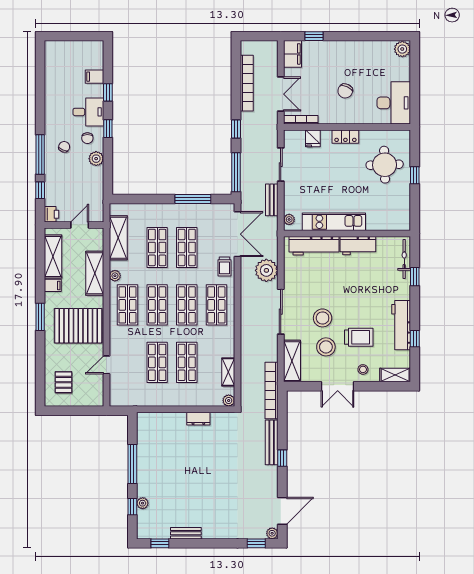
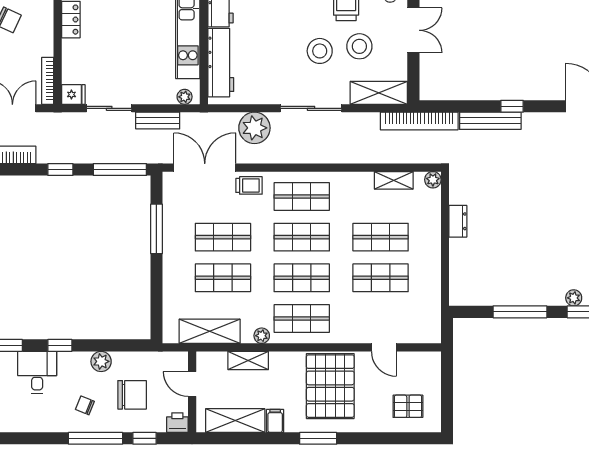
chair: (87, 138) -> (132, 395), moved, width x1.87, depth x1.87
fridge: (313, 138) -> (73, 94), moved
shelving: (95, 273) -> (248, 360), width x0.67, depth x0.75

